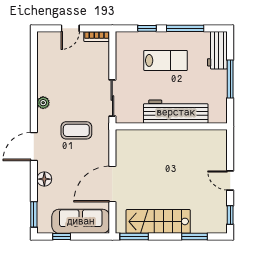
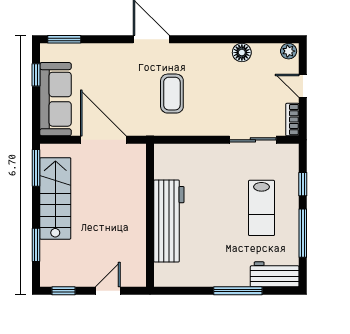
sliding door: (112, 98) -> (253, 140), moved
plant: (43, 103) -> (289, 51), moved
workbench: (176, 112) -> (169, 221), moved
wall: (171, 126) -> (150, 215), moved
floor lamp: (44, 179) -> (242, 53), moved

